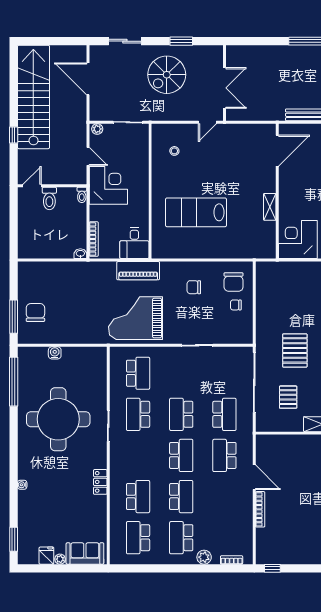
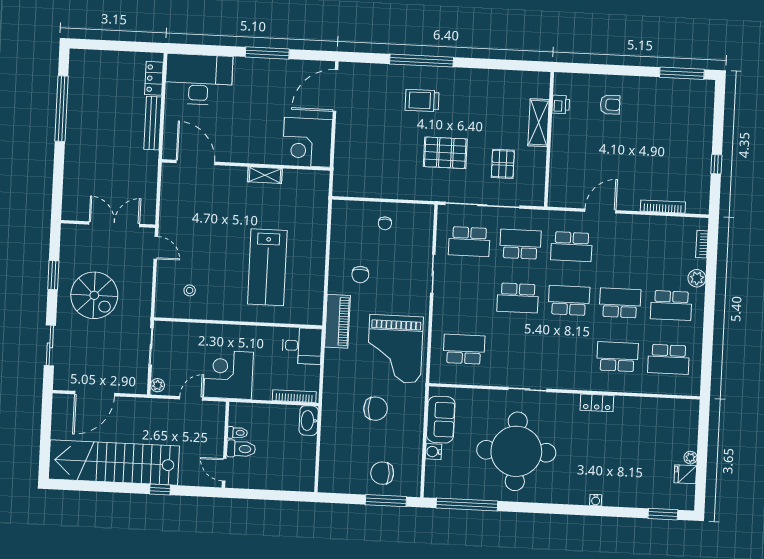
toilet: (82, 195) -> (237, 433), moved
washbasin: (80, 254) -> (309, 421), width x1.91, depth x1.45
piano: (138, 271) -> (337, 321), moved
chair: (234, 282) -> (376, 409), moved
pallet: (288, 397) -> (503, 164), turned 90
school desk: (138, 414) -> (469, 242), moved
bookcase: (260, 509) -> (663, 207), moved
sofa: (85, 553) -> (441, 420), moved, turned 180
window: (272, 568) -> (716, 164), moved

